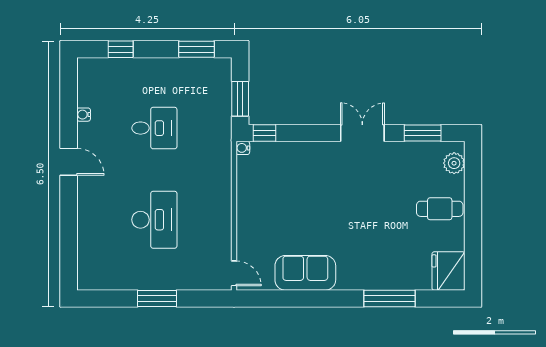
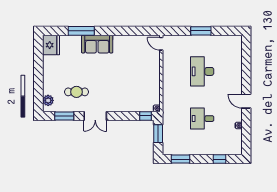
cafe table: (440, 209) -> (76, 92), moved
sofa: (305, 273) -> (97, 44), moved

